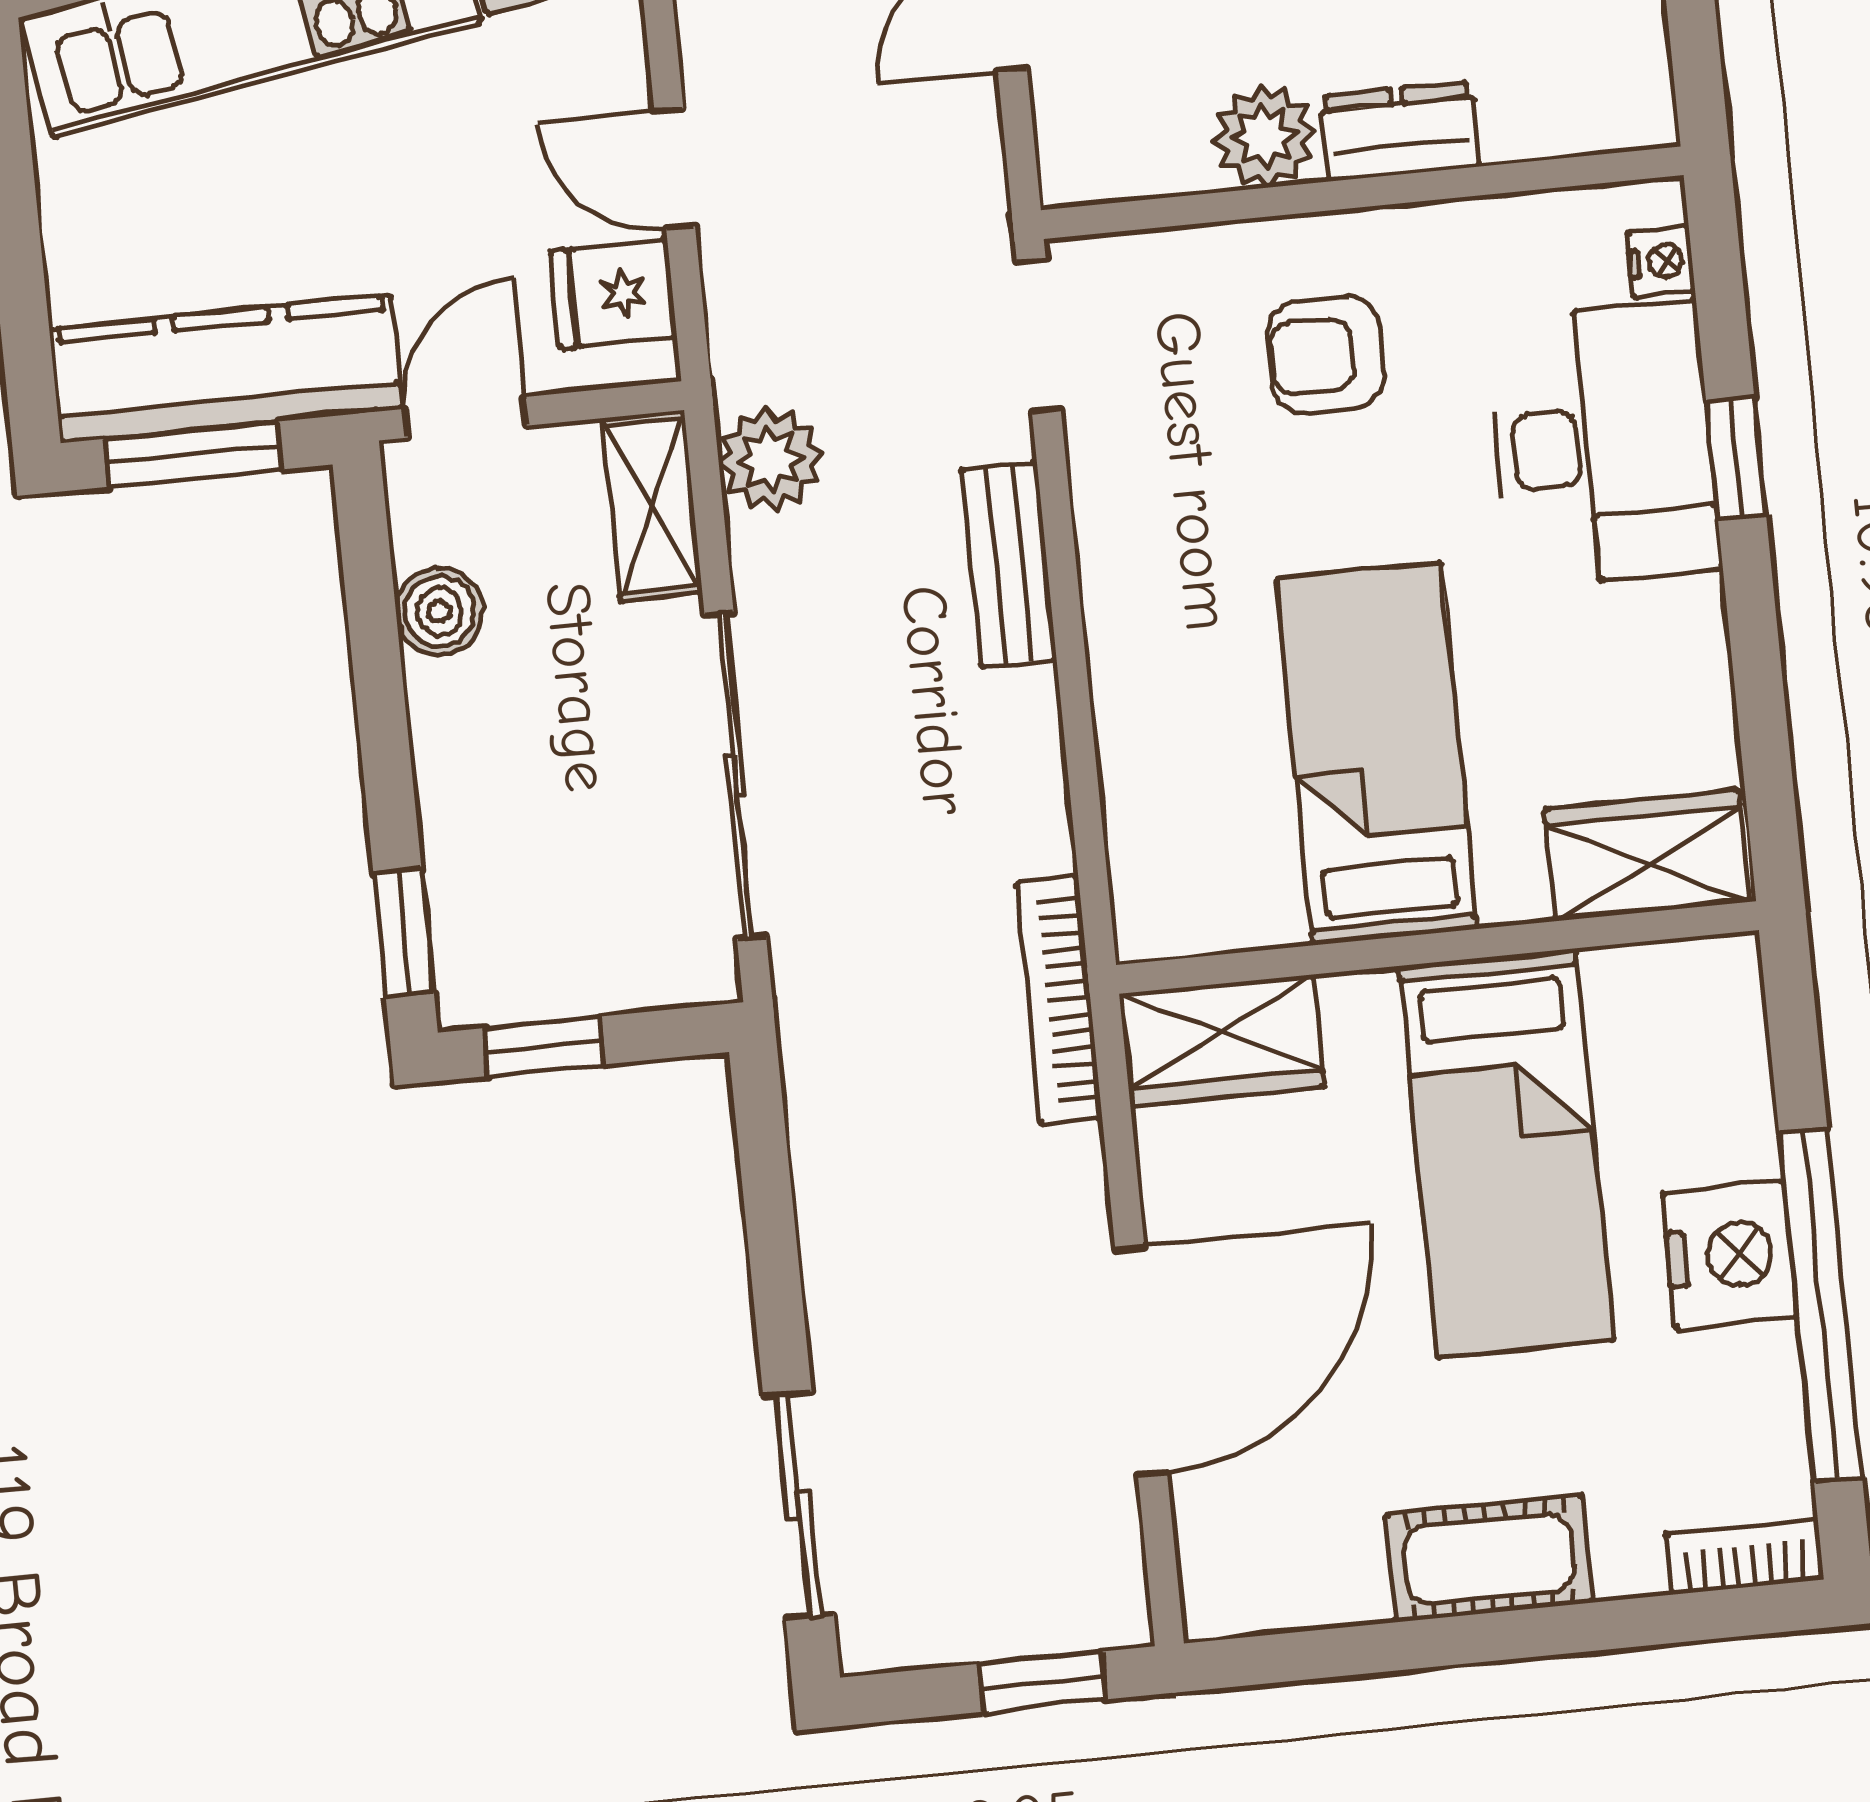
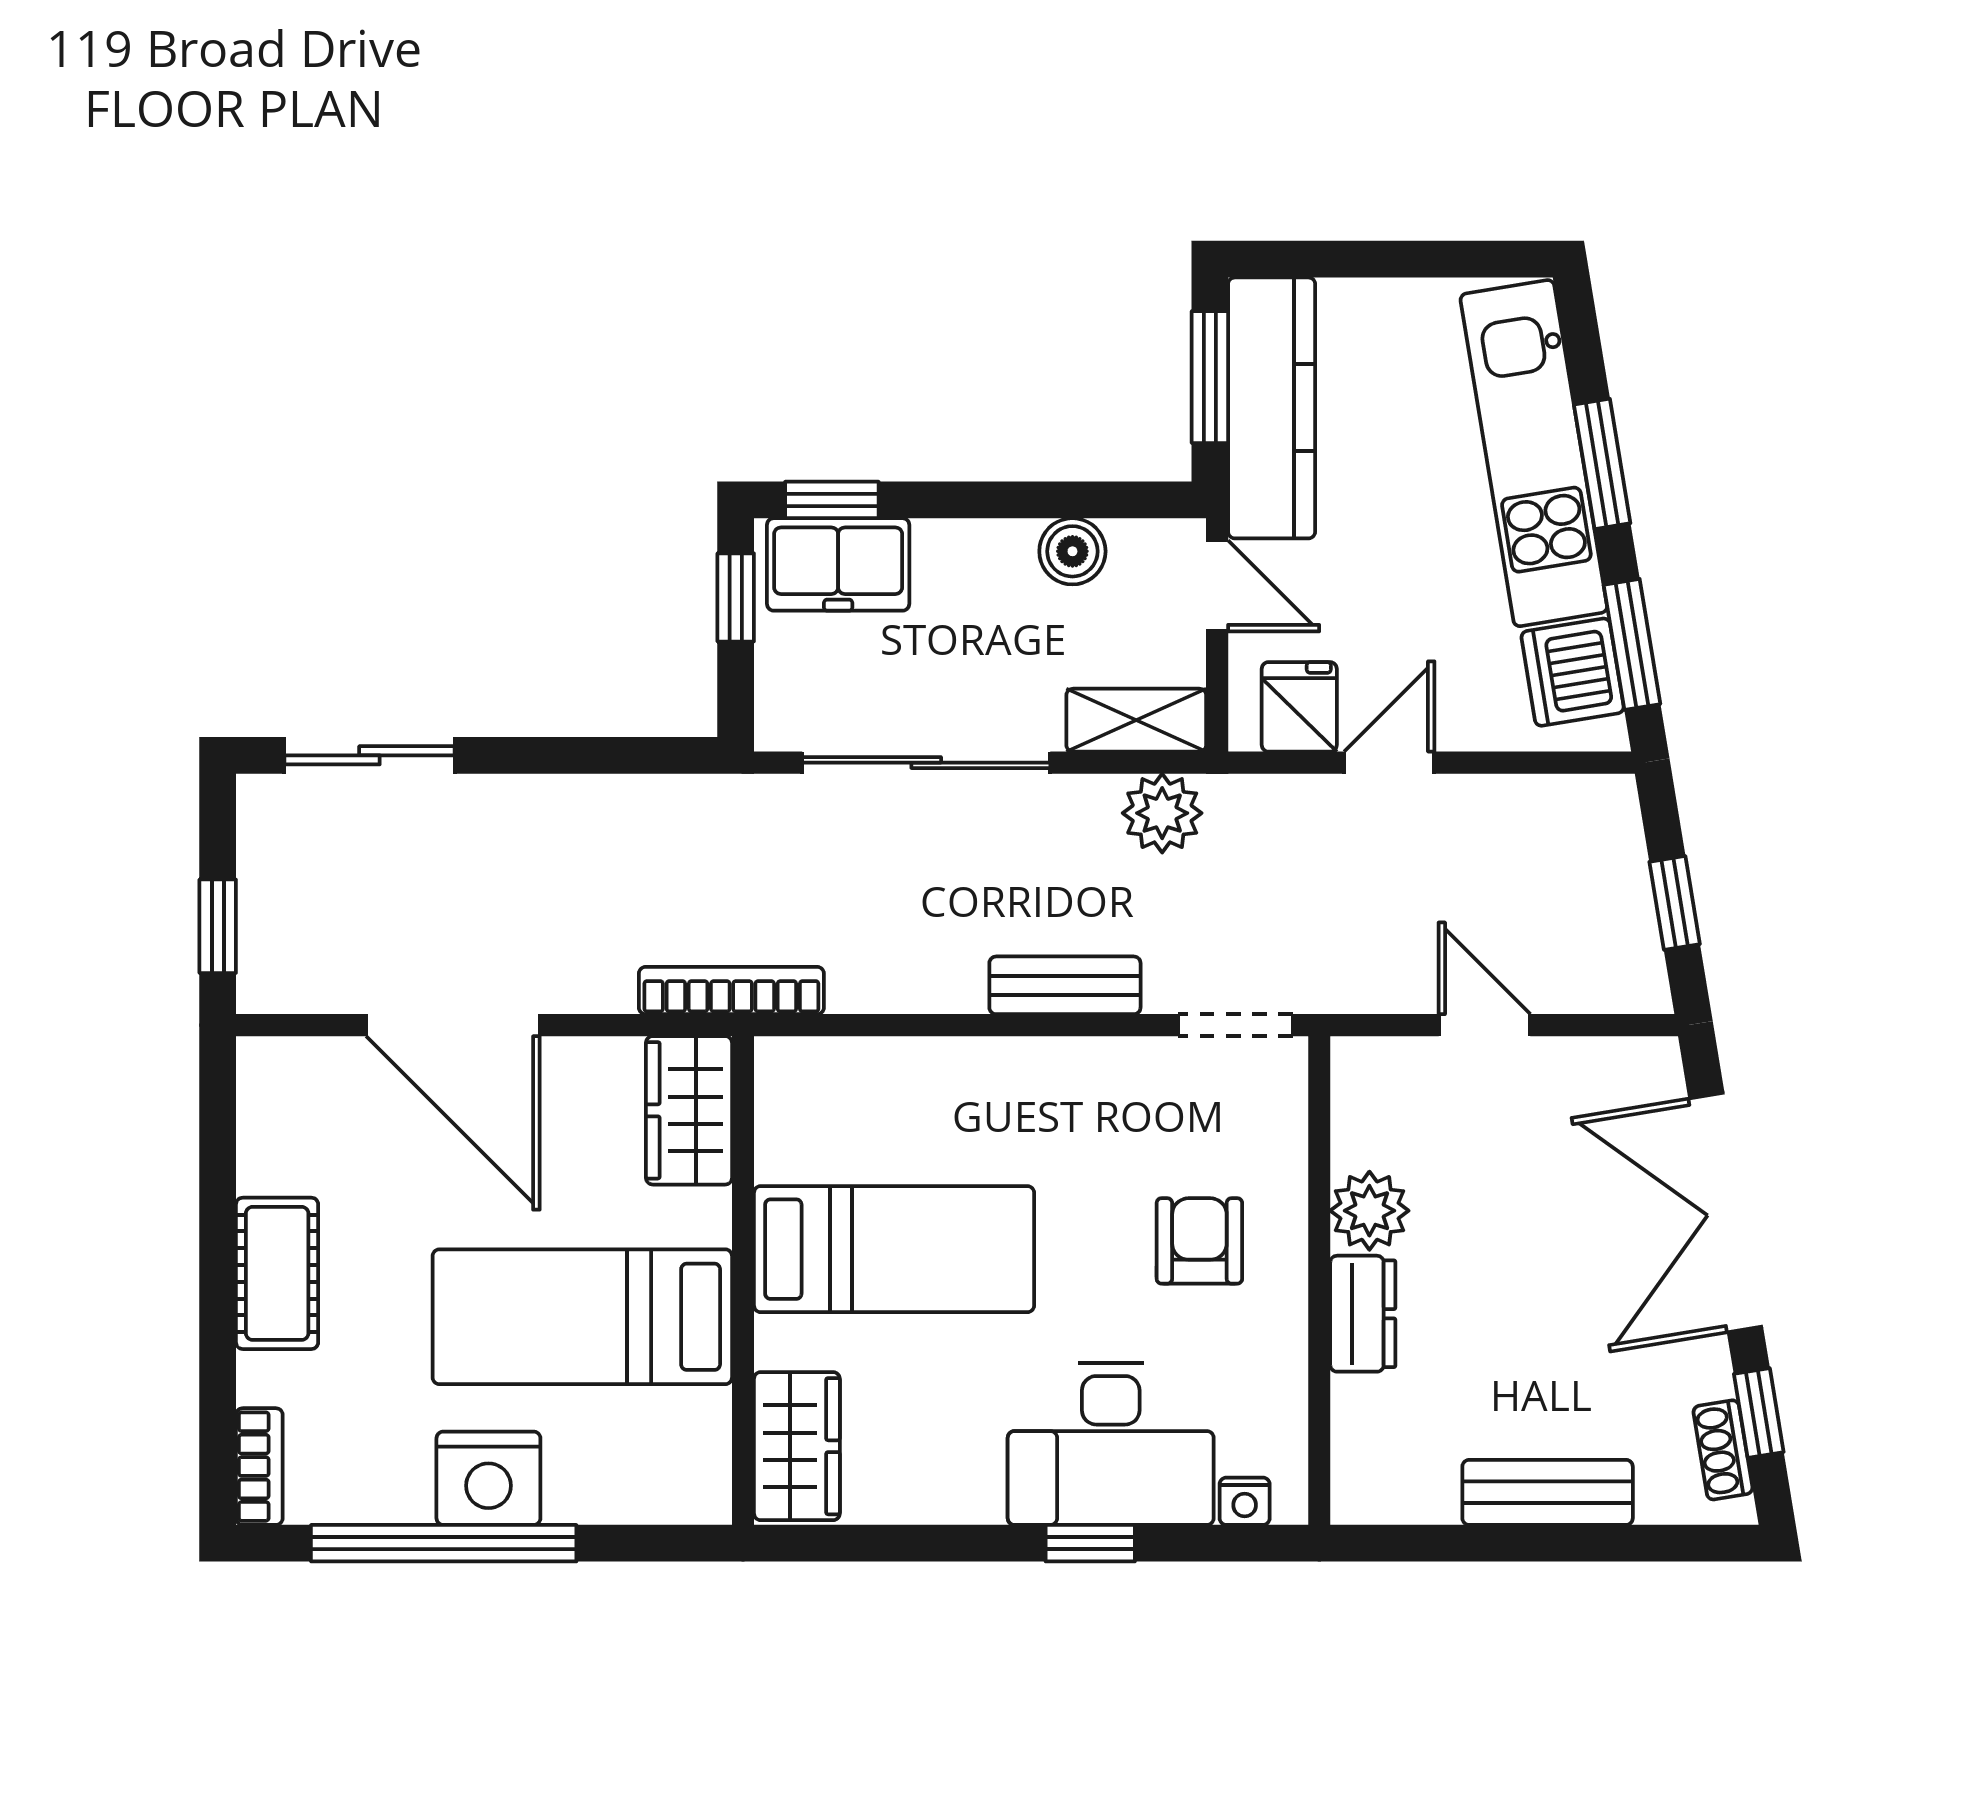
freezer: (487, 916) -> (838, 564), added

